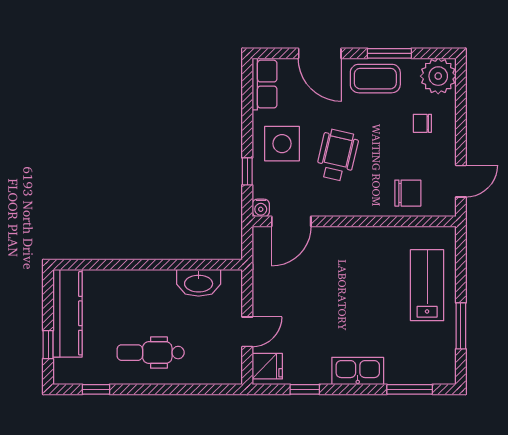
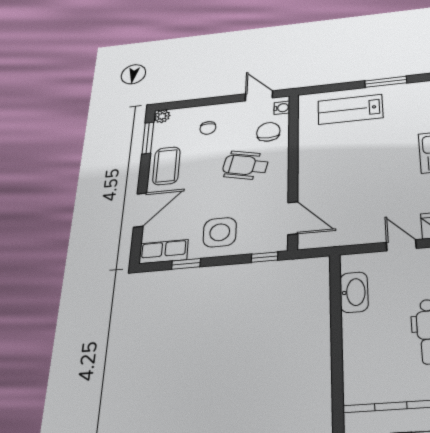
window: (389, 53) -> (148, 138), moved
plant: (438, 76) -> (162, 116), width x0.53, depth x0.53
window: (247, 110) -> (186, 264), added
wheelchair: (337, 155) -> (245, 165), moved
window: (247, 171) -> (265, 257), moved
water cooler: (261, 208) -> (282, 108), moved

